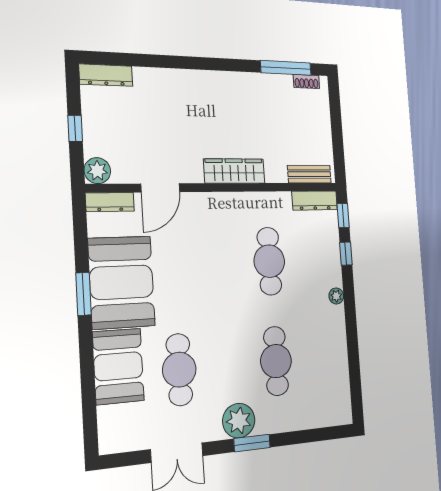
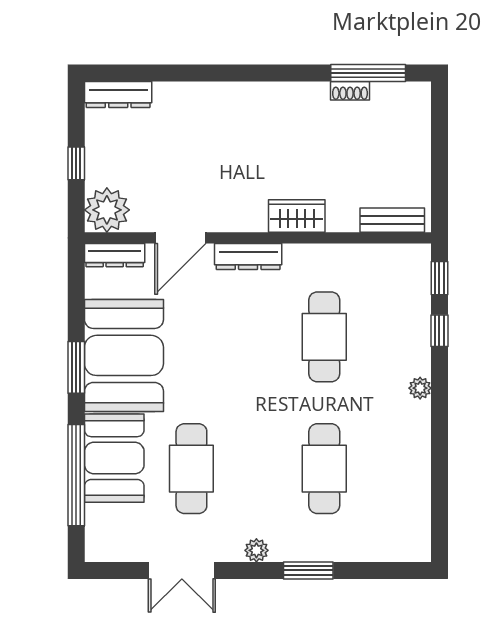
shoe rack: (306, 81) -> (350, 91), moved
plant: (97, 171) -> (107, 210), width x1.36, depth x1.36
wardrobe: (234, 171) -> (297, 216), width x0.67
dresser: (315, 201) -> (248, 257), moved
window: (88, 383) -> (76, 475), added
plant: (239, 421) -> (256, 550), width x0.53, depth x0.53
window: (252, 443) -> (308, 570), moved

